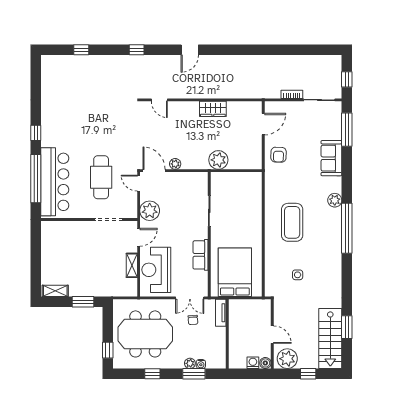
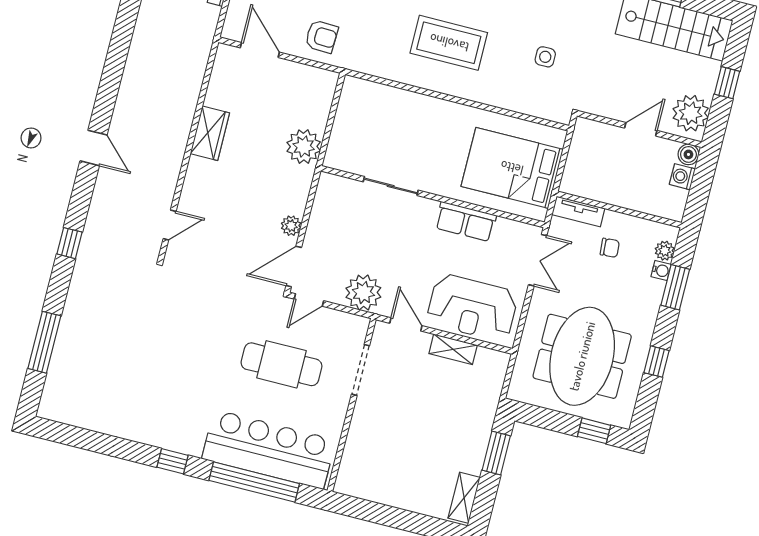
window: (81, 50) -> (44, 342), width x2.17
chair: (193, 320) -> (610, 248), moved
plant: (190, 363) -> (665, 251), moved

